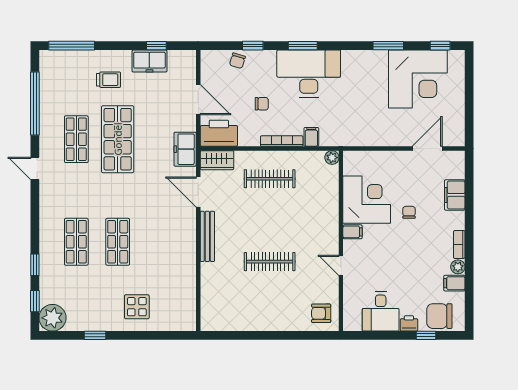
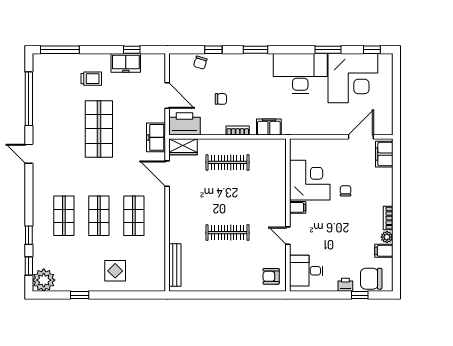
desk: (309, 74) -> (300, 73), moved
filing cabinet: (311, 137) -> (269, 127), width x2.00
shop shelf: (76, 139) -> (134, 216), moved
bookcase: (282, 141) -> (238, 131), width x0.64
plant: (332, 158) -> (280, 144), removed
filing cabinet: (455, 195) -> (384, 154), moved
bench: (207, 236) -> (175, 265), moved
desk: (381, 311) -> (306, 271), moved, turned 90

